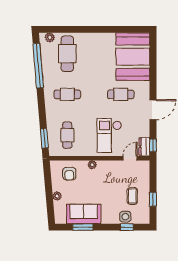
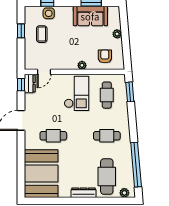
dresser: (91, 38) -> (83, 193), added
checkout: (109, 135) -> (76, 93), moved

